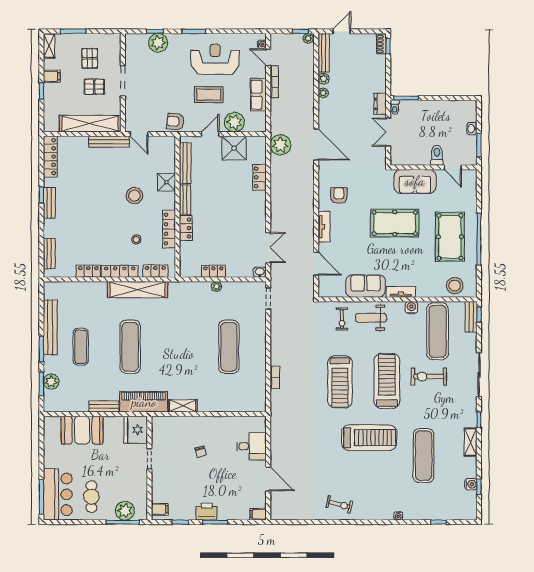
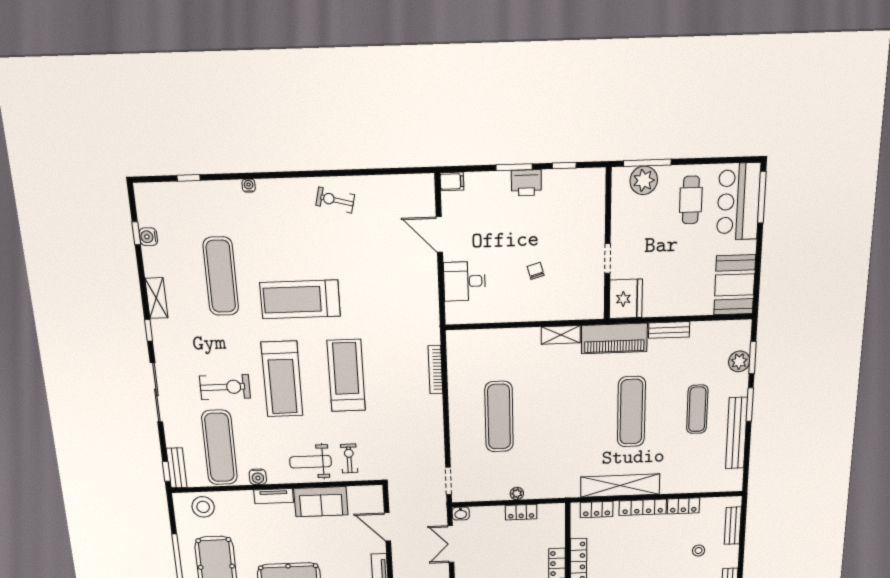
stool: (136, 239) -> (699, 551), moved
weight bench: (371, 318) -> (310, 462), turned 180
bookcase: (275, 377) -> (435, 370), width x1.56
booth: (82, 430) -> (735, 285), moved, turned 90
filing cabinet: (160, 509) -> (594, 184), removed

